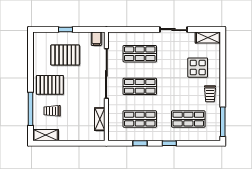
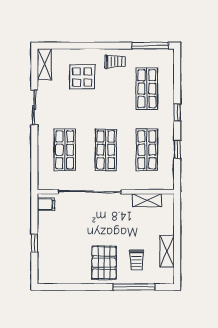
pallet: (65, 55) -> (66, 243), removed
shelving: (46, 135) -> (167, 251), moved

